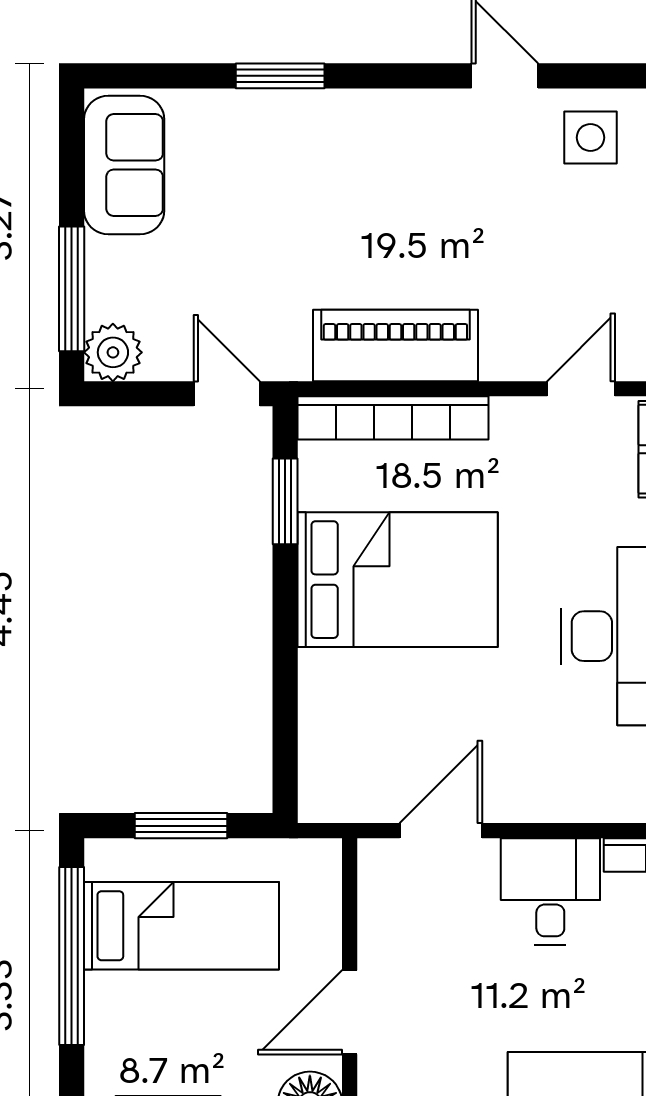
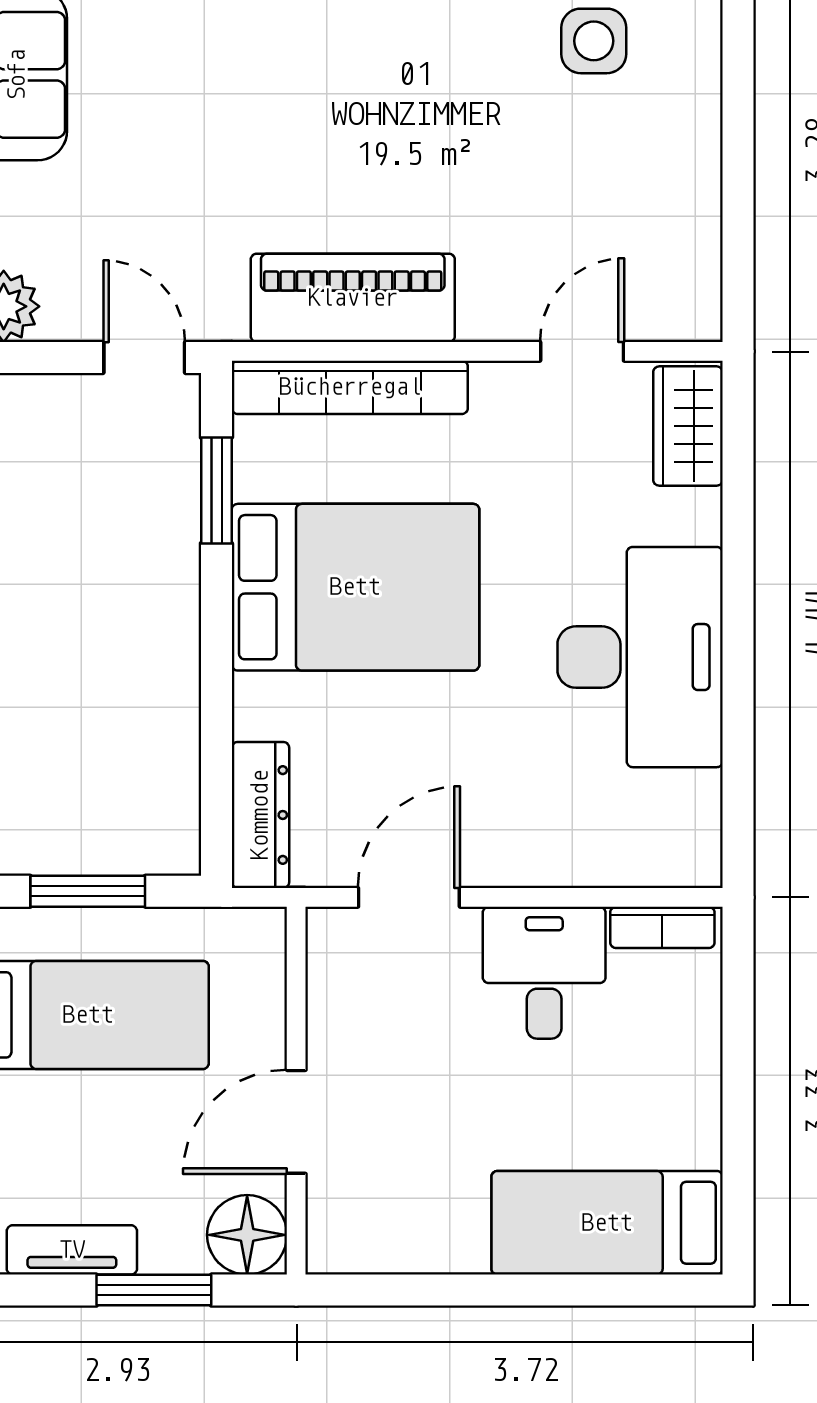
dresser: (321, 764) -> (260, 815), added

